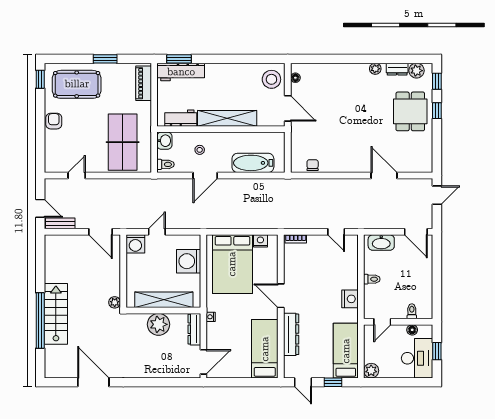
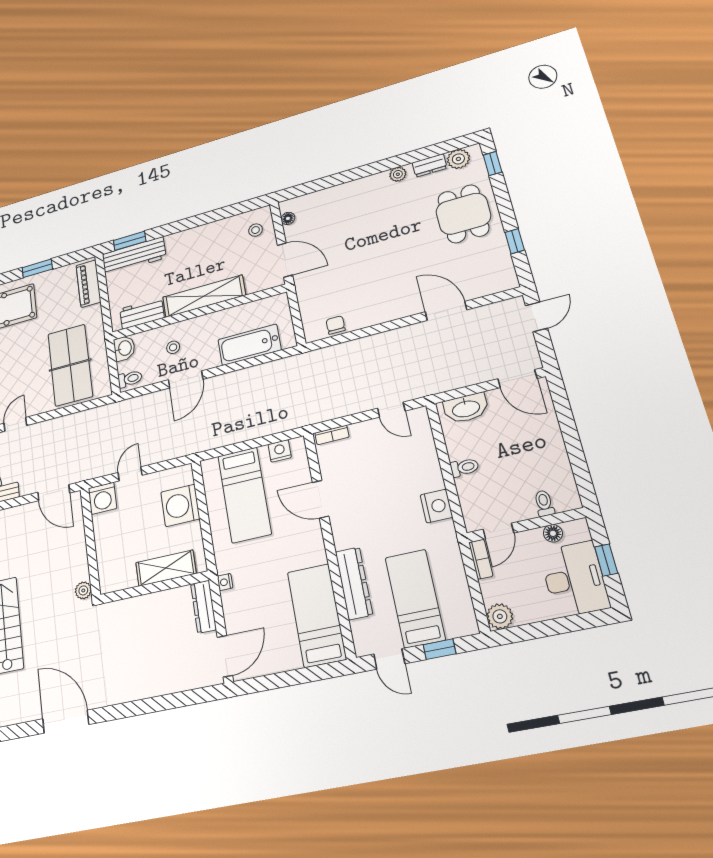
stool: (271, 79) -> (256, 230), width x0.53, depth x0.53
window: (437, 111) -> (515, 241), moved
bed: (232, 264) -> (244, 495), width x0.67
door: (281, 296) -> (321, 499), moved
shelving: (164, 300) -> (166, 568), width x0.68
plant: (158, 324) -> (150, 610), removed
bookcase: (368, 336) -> (481, 559), added
bed: (346, 351) -> (415, 598), moved

